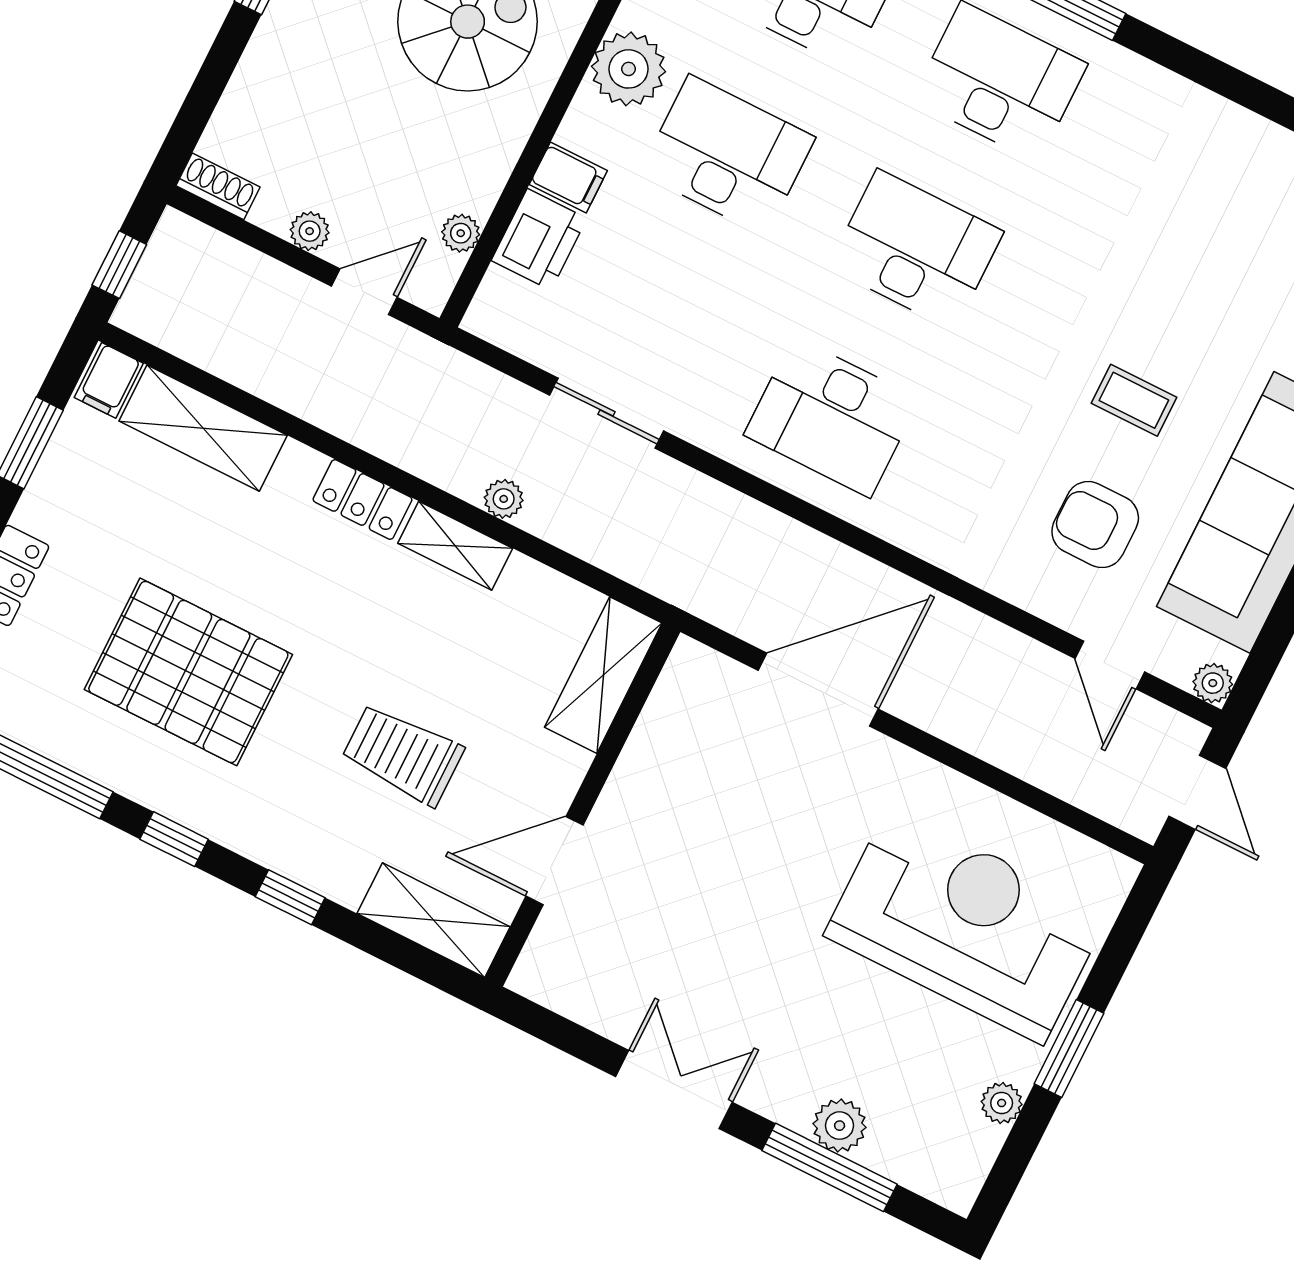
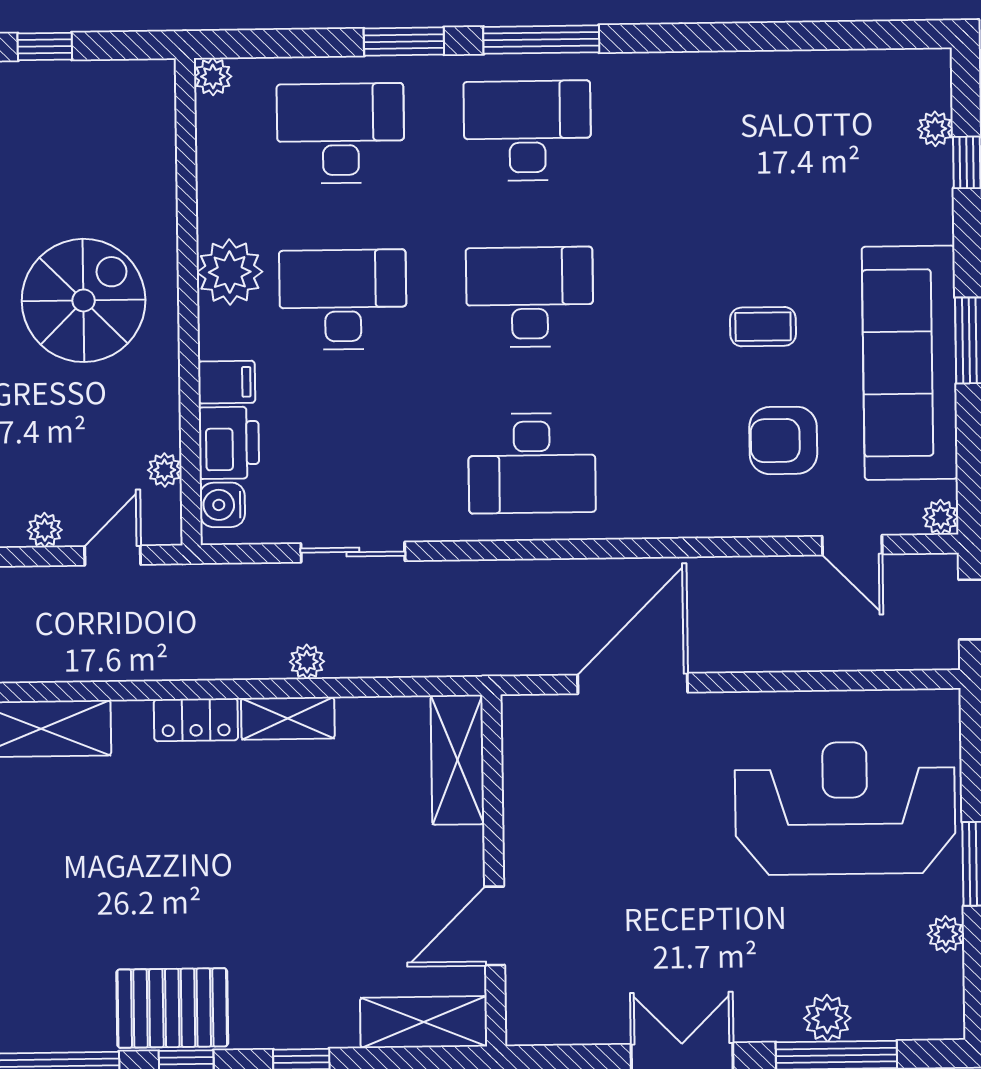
water cooler: (500, 298) -> (222, 505), added
pallet: (188, 672) -> (172, 1008), moved, width x0.73, depth x0.71
trolley: (403, 754) -> (332, 904), removed

